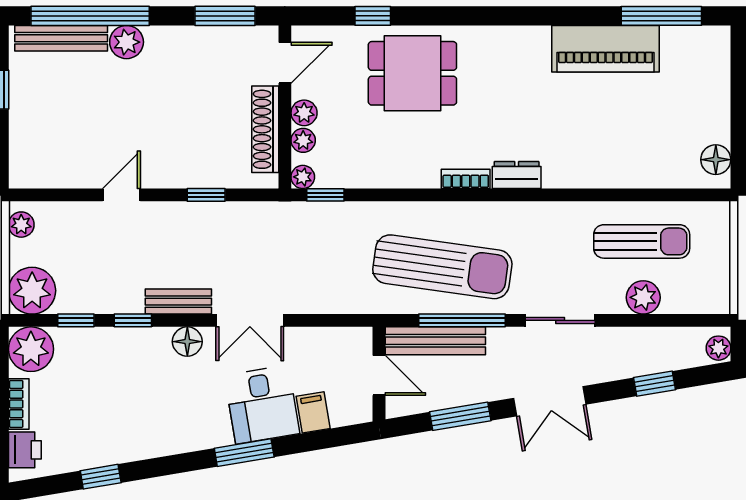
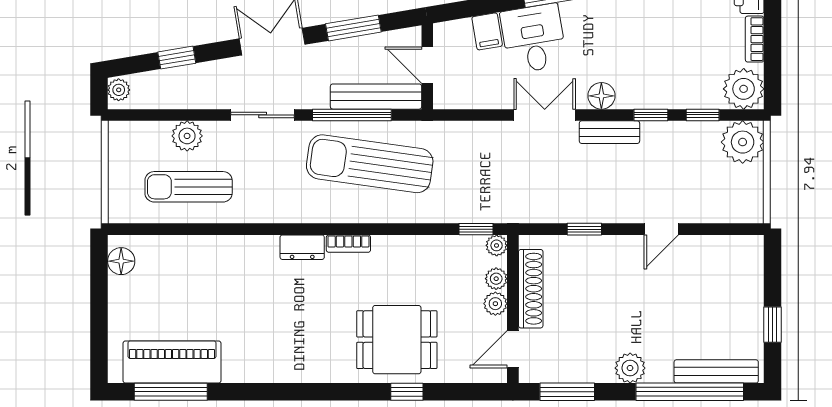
window: (373, 16) -> (407, 392), moved
plant: (127, 42) -> (630, 368), moved
piano: (606, 49) -> (172, 362), moved
plant: (21, 225) -> (752, 202), removed

